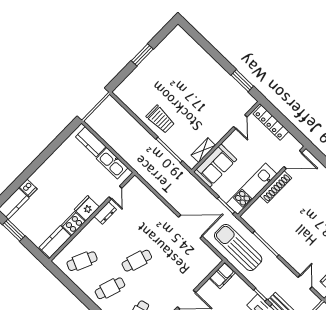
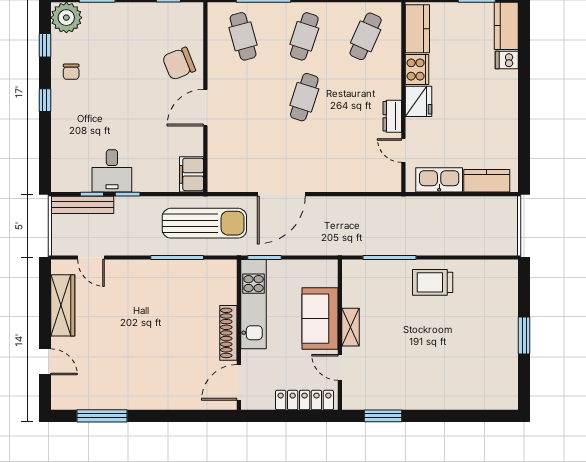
shelving: (203, 150) -> (351, 327), moved
sofa: (215, 166) -> (320, 319), moved

